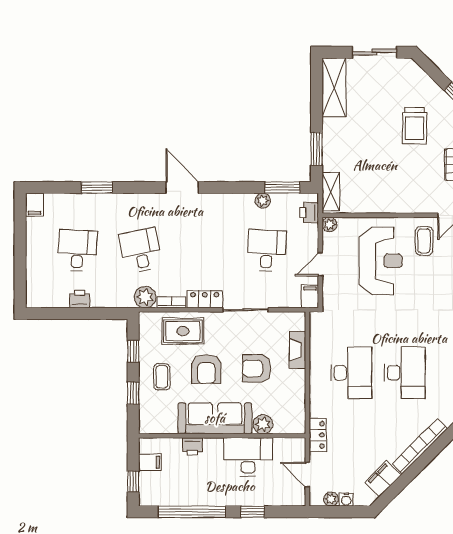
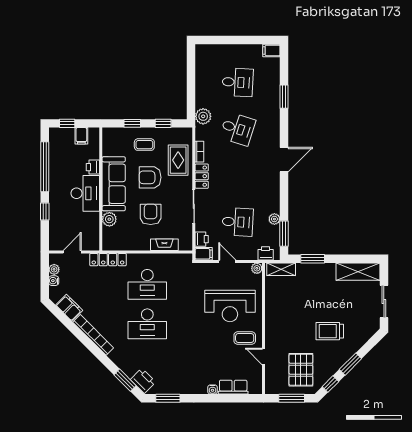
desk: (141, 251) -> (238, 129), turned 30
plant: (145, 297) -> (203, 116), moved
printer: (80, 299) -> (202, 239), moved
locker: (318, 435) -> (108, 260), width x1.53
desk: (248, 457) -> (85, 193), moved

